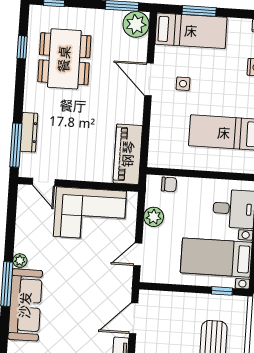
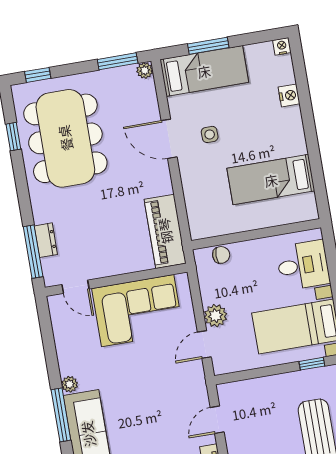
plant: (136, 24) -> (145, 70), width x0.53, depth x0.53
dining table: (64, 59) -> (65, 138), width x1.36, depth x1.24
dresser: (29, 132) -> (46, 240), width x0.70
plant: (154, 217) -> (216, 316), moved
door: (134, 318) -> (217, 420), width x0.73

